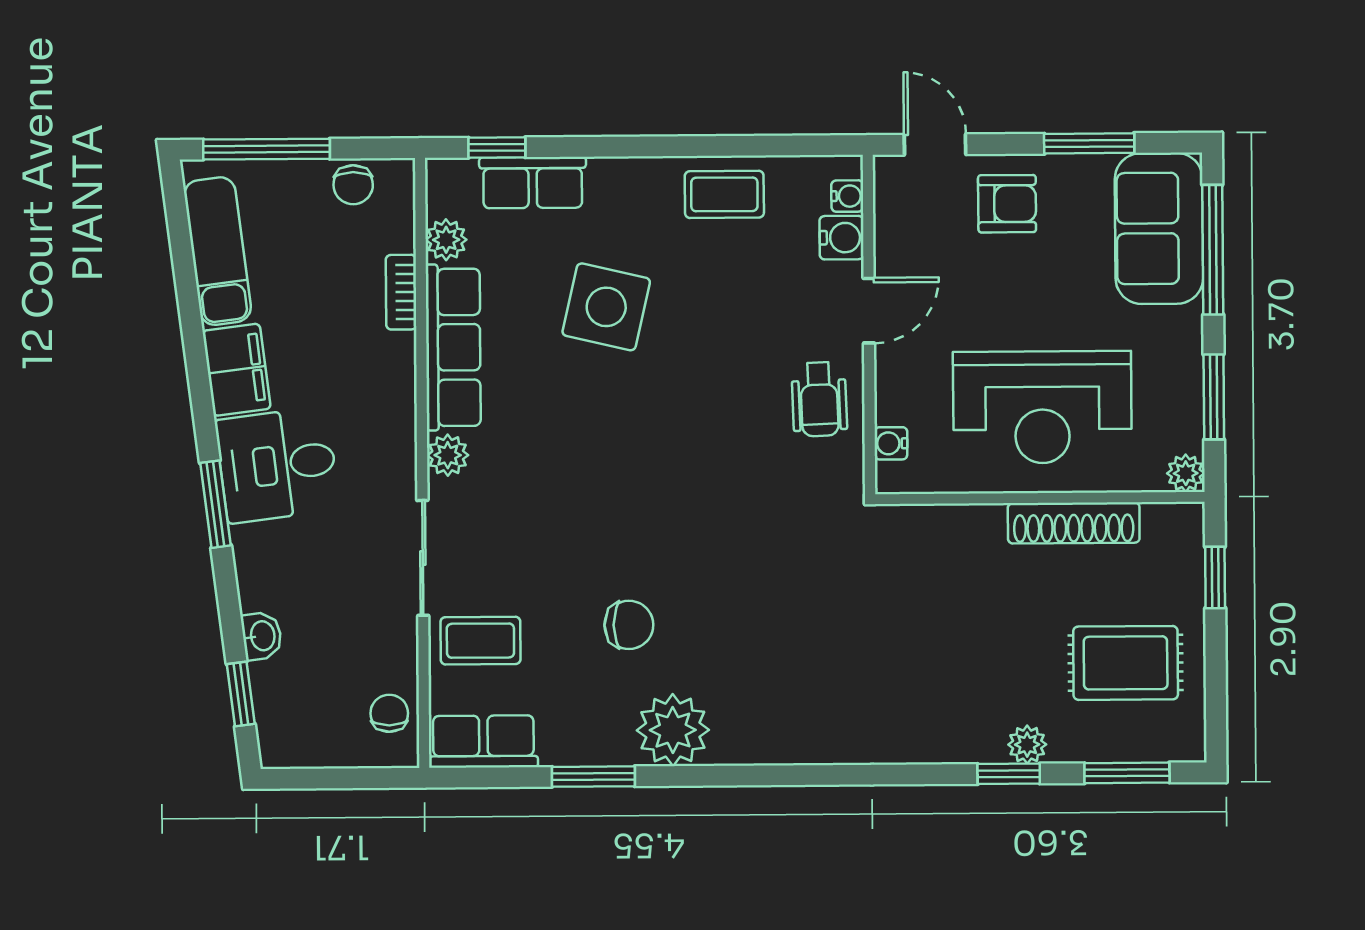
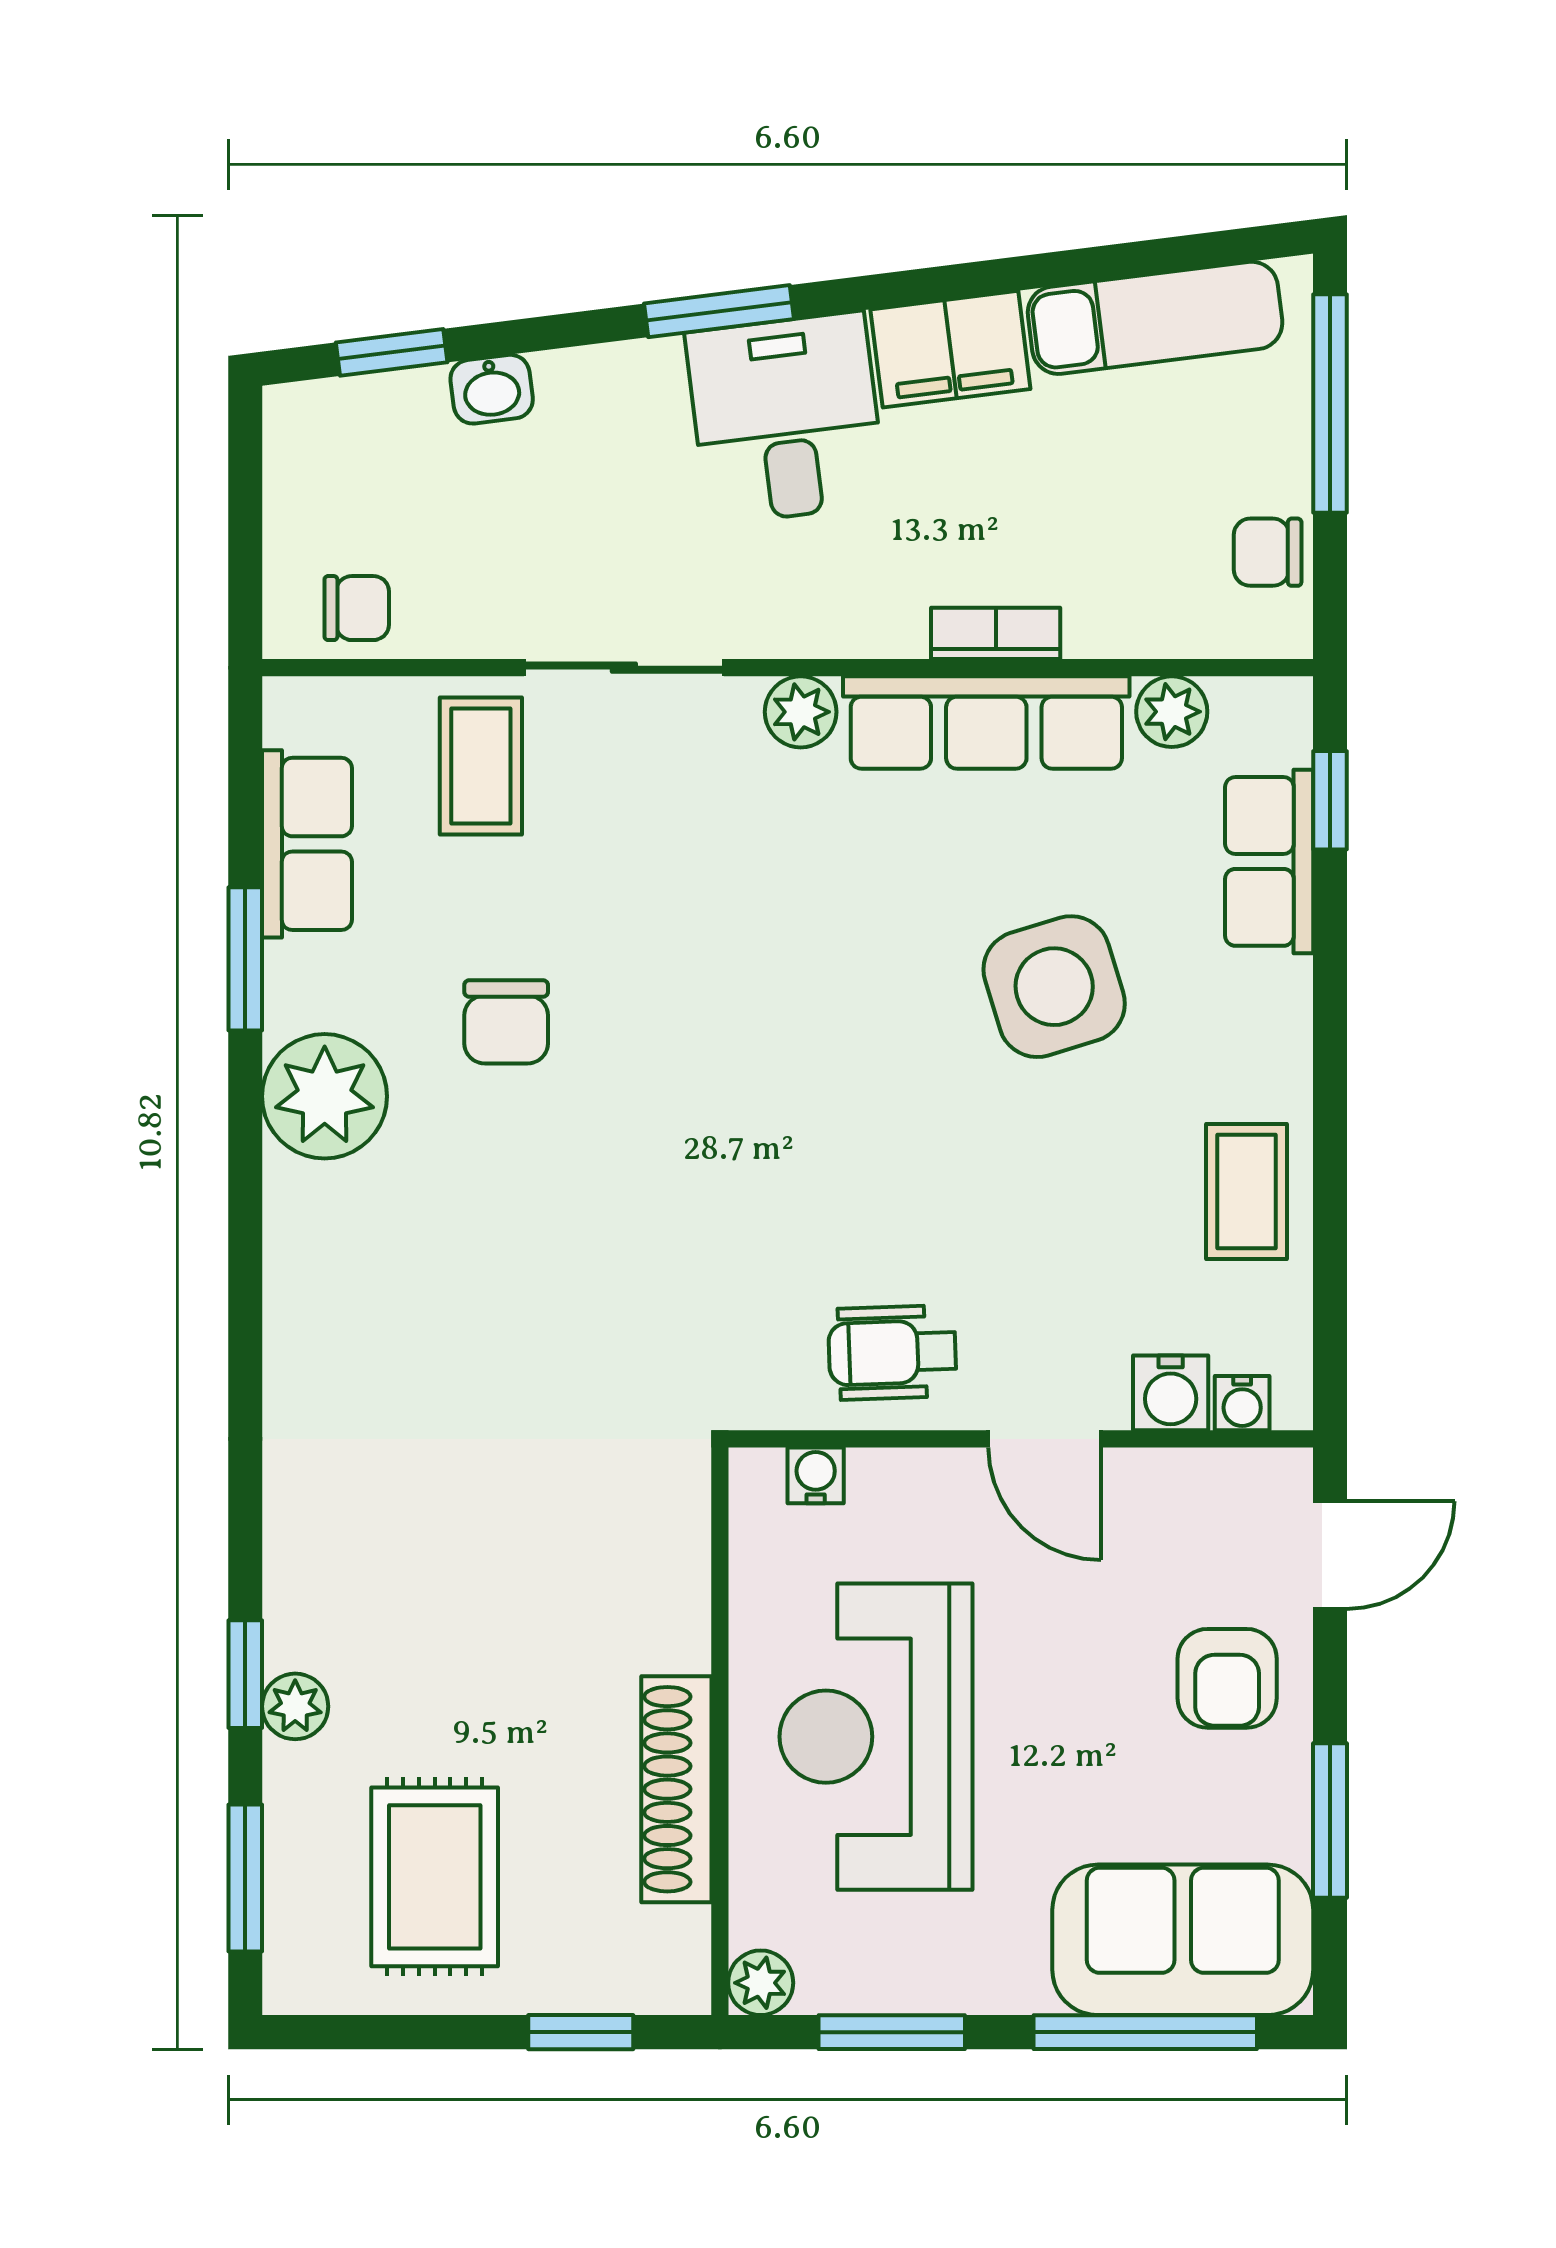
bookcase: (401, 292) -> (996, 633), moved
side table: (606, 307) -> (1054, 987), turned -30
row of seats: (483, 742) -> (307, 844), moved

